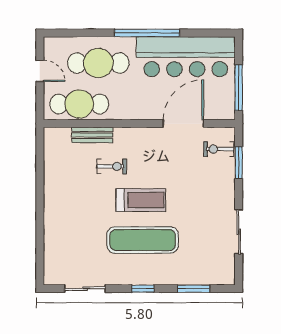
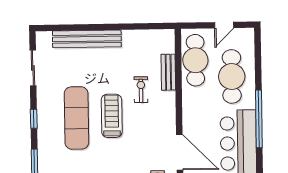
exercise bike: (112, 166) -> (141, 90), turned 180
treadmill: (141, 200) -> (112, 116), turned 180
bench: (53, 227) -> (87, 39), added

